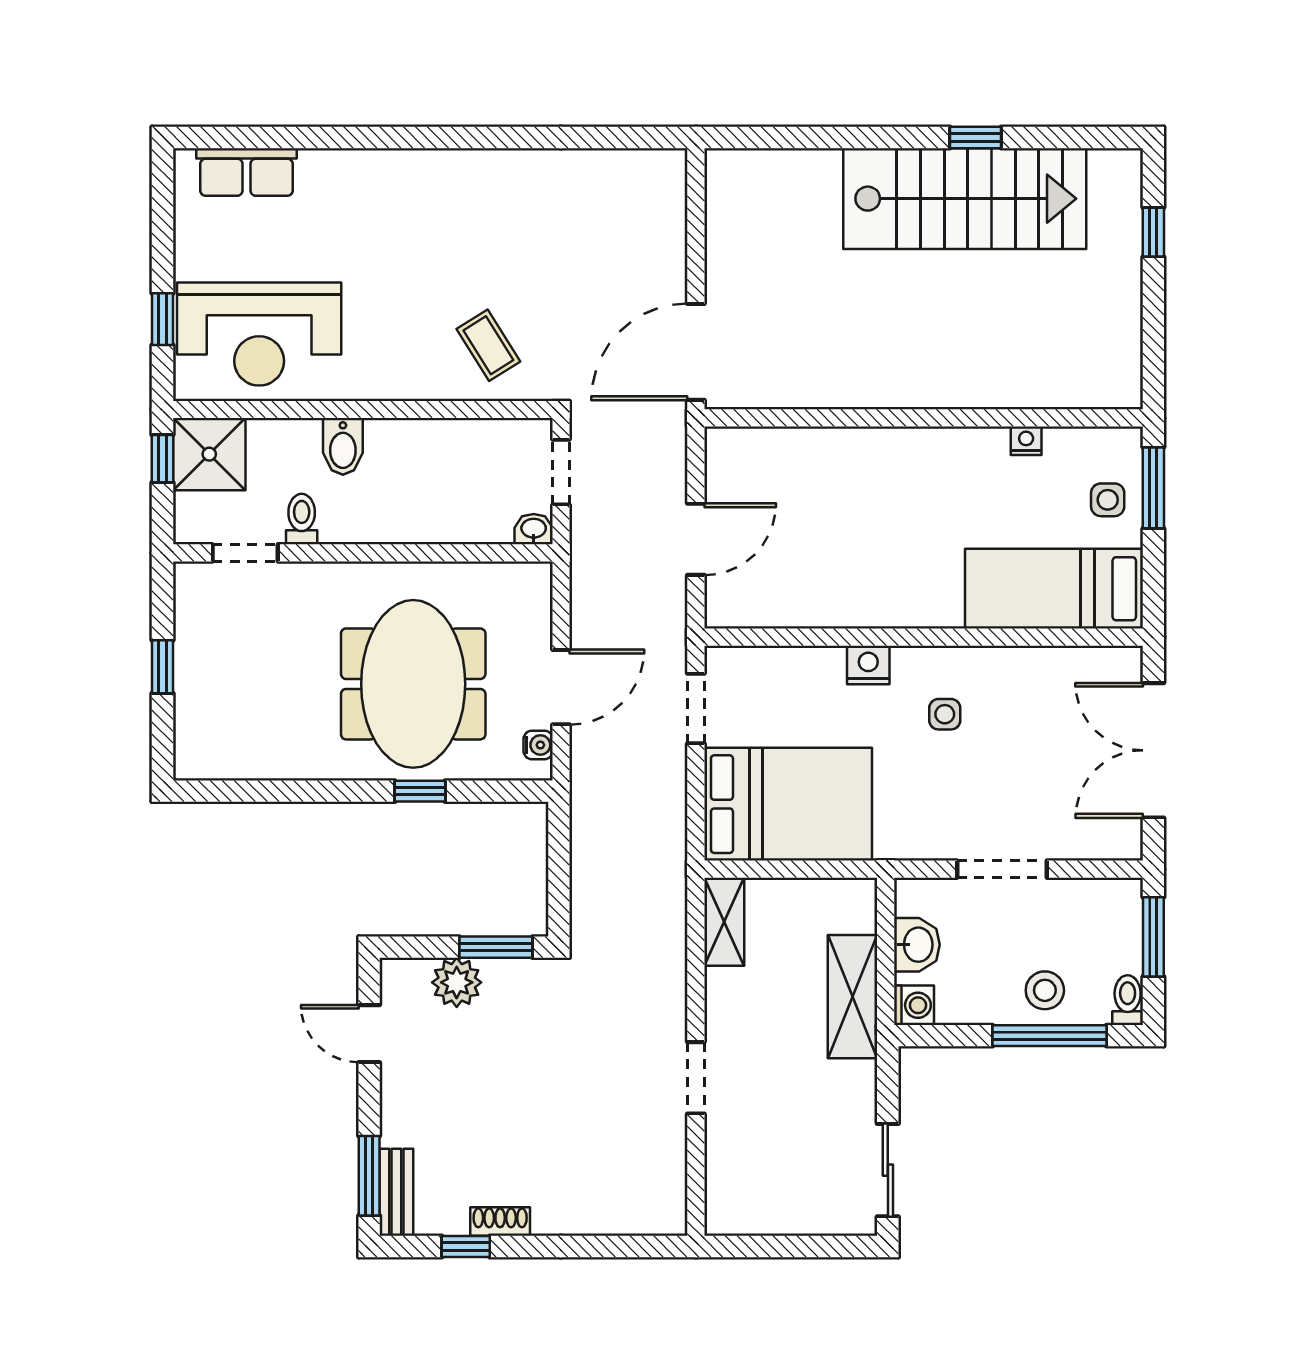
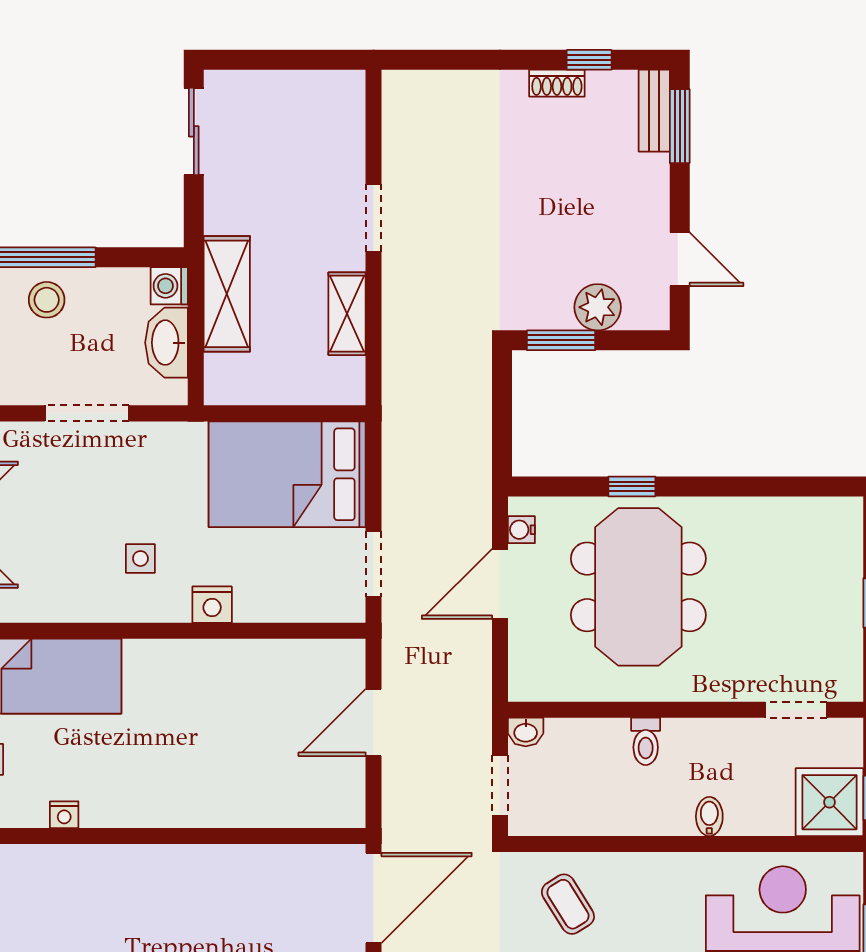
bidet: (343, 446) -> (709, 816), width x0.72, depth x0.74
toilet: (302, 519) -> (646, 741), moved
shelving: (724, 922) -> (347, 314), moved
washbasin: (917, 945) -> (166, 343), width x1.38

